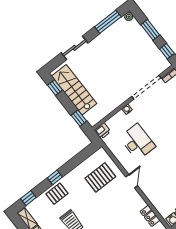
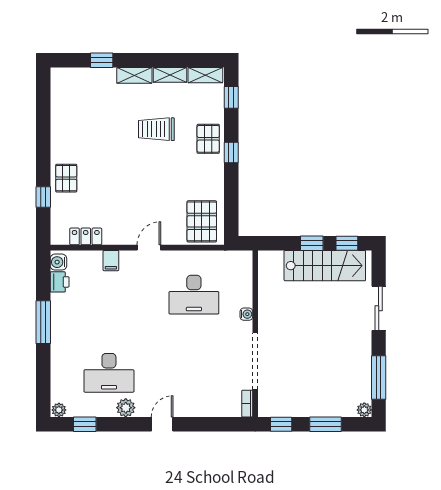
window: (79, 118) -> (312, 243), moved
printer: (103, 131) -> (243, 261), removed
pallet: (100, 177) -> (202, 221), moved
door: (132, 181) -> (149, 248), swing flipped
filing cabinet: (152, 195) -> (111, 261), added

